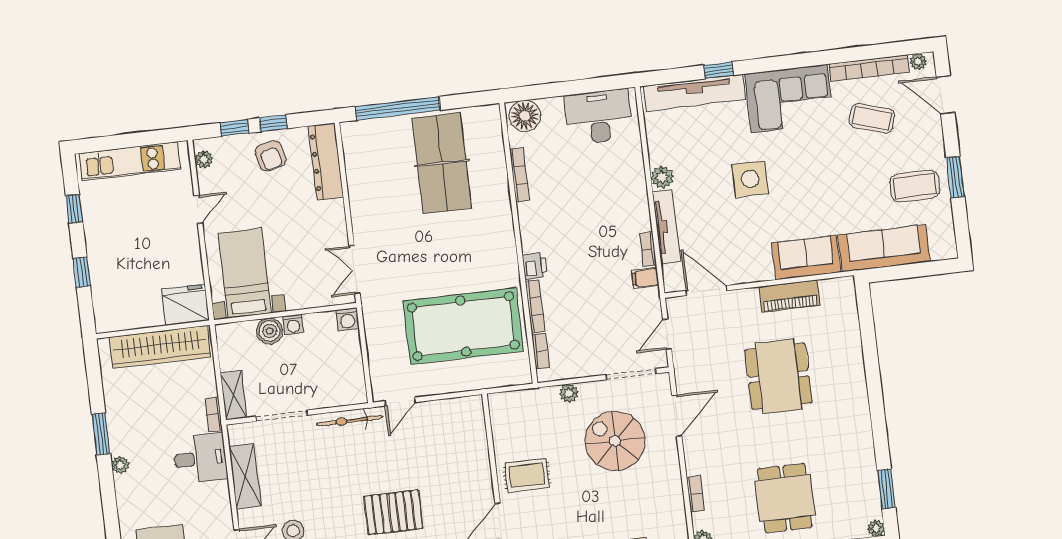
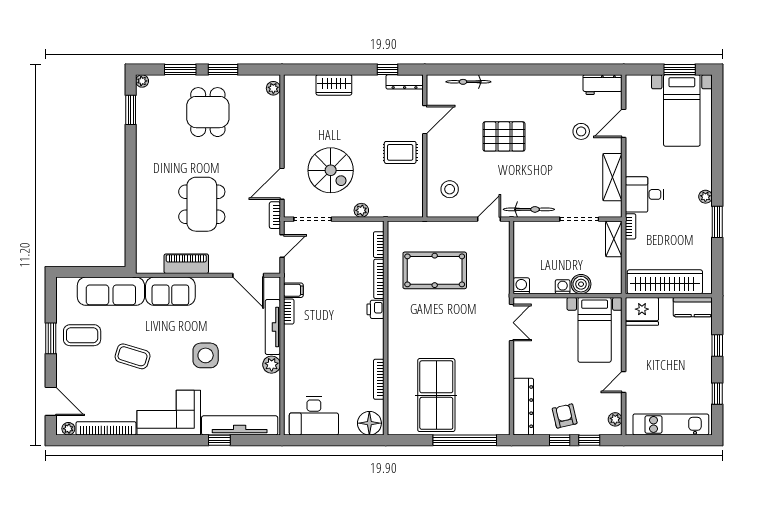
coffee table: (872, 118) -> (133, 356), moved
kitchen counter: (120, 318) -> (693, 307), added
pool table: (463, 326) -> (435, 270), width x0.73, depth x0.76
stool: (456, 435) -> (450, 189), added
bookcase: (695, 494) -> (275, 215), moved

